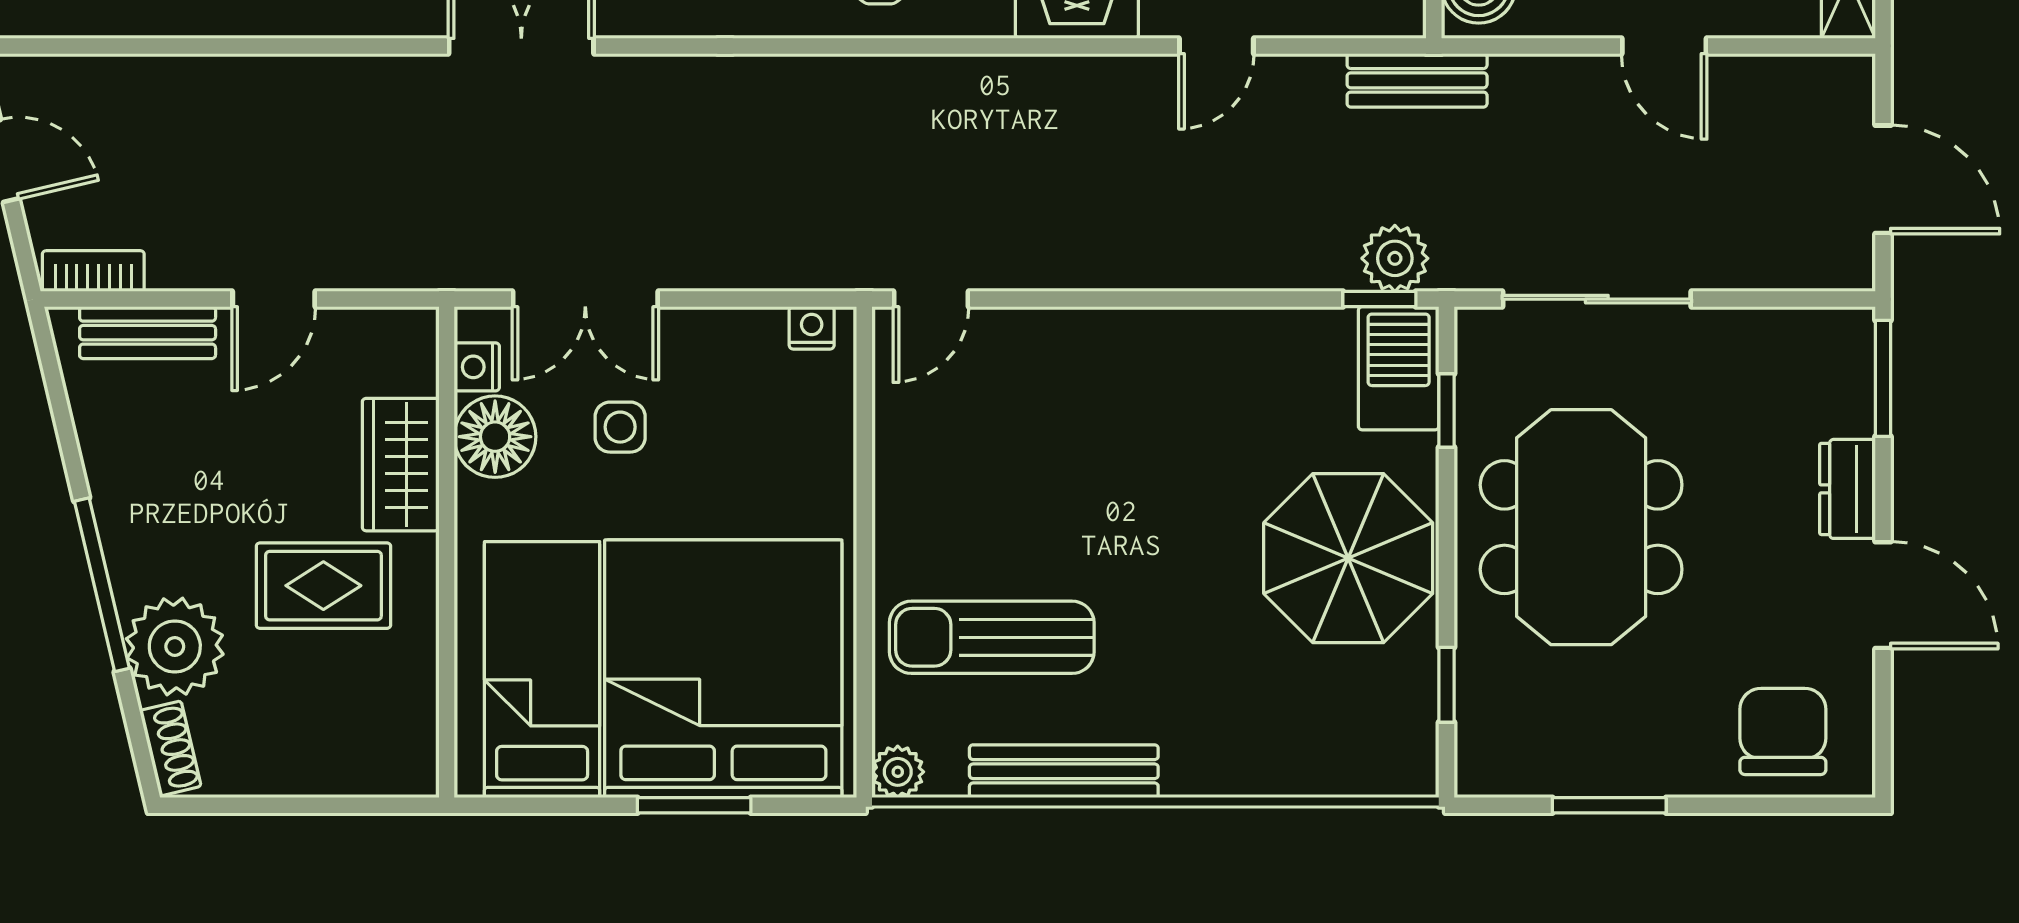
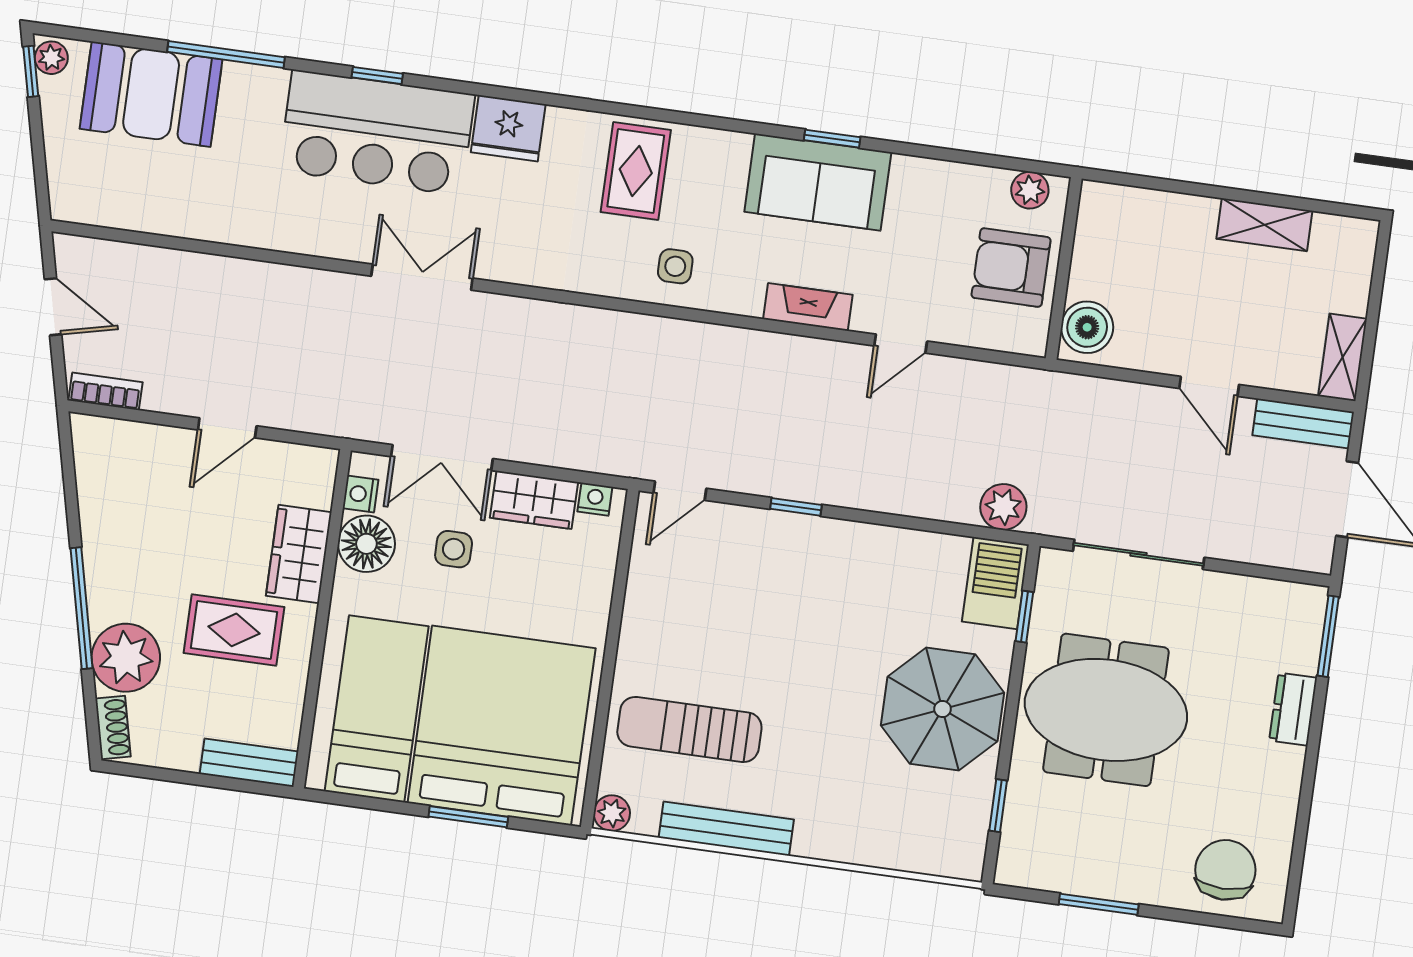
bench: (1417, 80) -> (1303, 424), moved
window: (1379, 299) -> (796, 507), moved
bench: (148, 333) -> (249, 763), moved
wardrobe: (725, 341) -> (534, 500), added
meeting table: (1581, 527) -> (1106, 710), turned 90
door: (1883, 595) -> (1307, 786), removed

